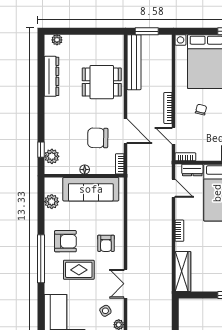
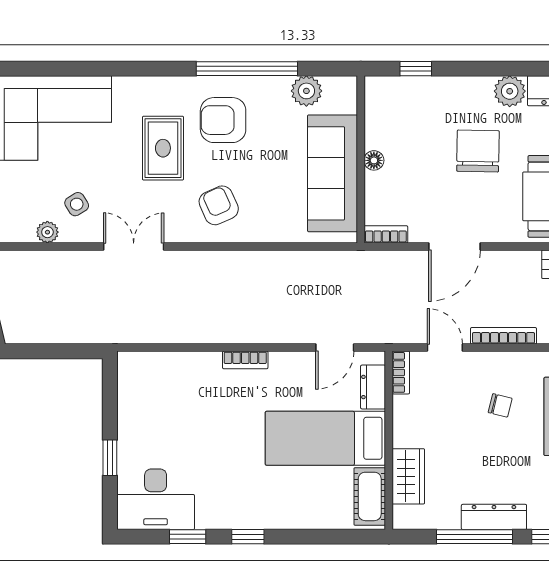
door: (174, 136) -> (445, 348), hinge flipped
chair: (98, 138) -> (478, 151), moved
plant: (52, 156) -> (510, 91), moved
armchair: (65, 241) -> (223, 120), turned 90
armchair: (106, 243) -> (219, 205), turned 66
window: (41, 259) -> (247, 69), moved
wardrobe: (183, 272) -> (159, 367), removed

